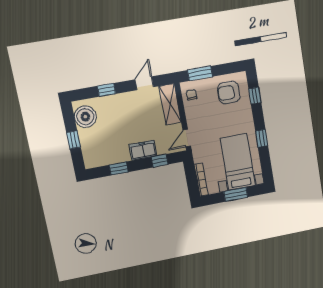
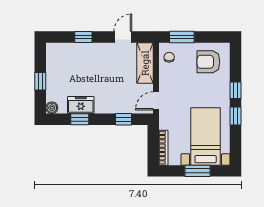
window: (255, 95) -> (236, 90), moved
boiler: (85, 117) -> (52, 108), moved, width x0.54, depth x0.54
freezer: (143, 150) -> (81, 105), moved

